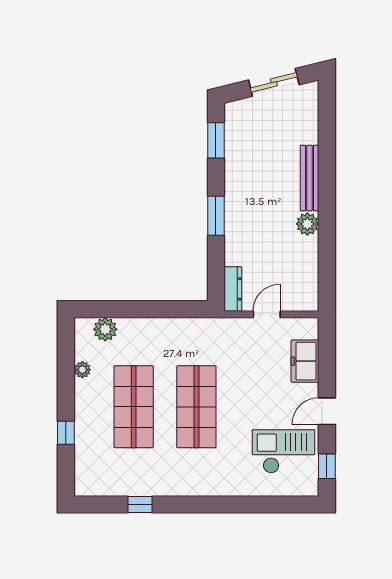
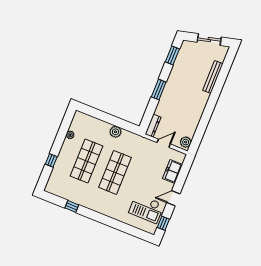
bench: (310, 178) -> (213, 77), moved
plant: (307, 224) -> (186, 142), moved
plant: (105, 329) -> (116, 132), moved
checkout: (283, 451) -> (146, 208), turned 180

